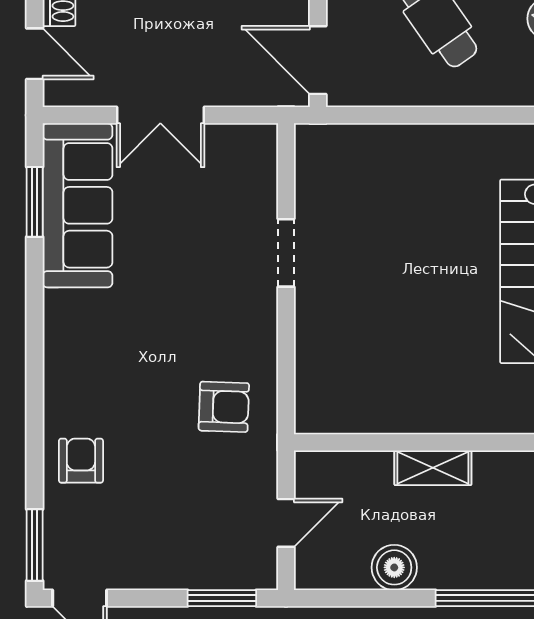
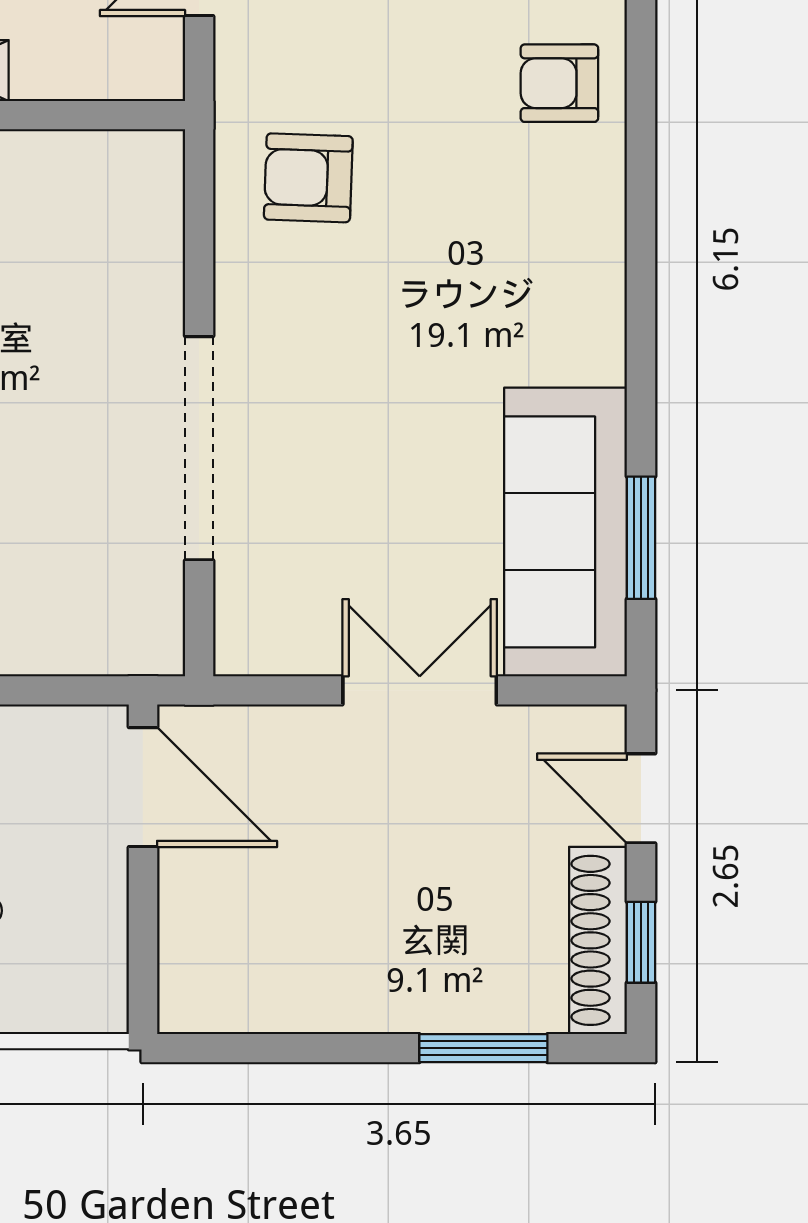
doorway: (286, 253) -> (199, 448), width x1.88
armchair: (81, 461) -> (559, 83), turned 90

